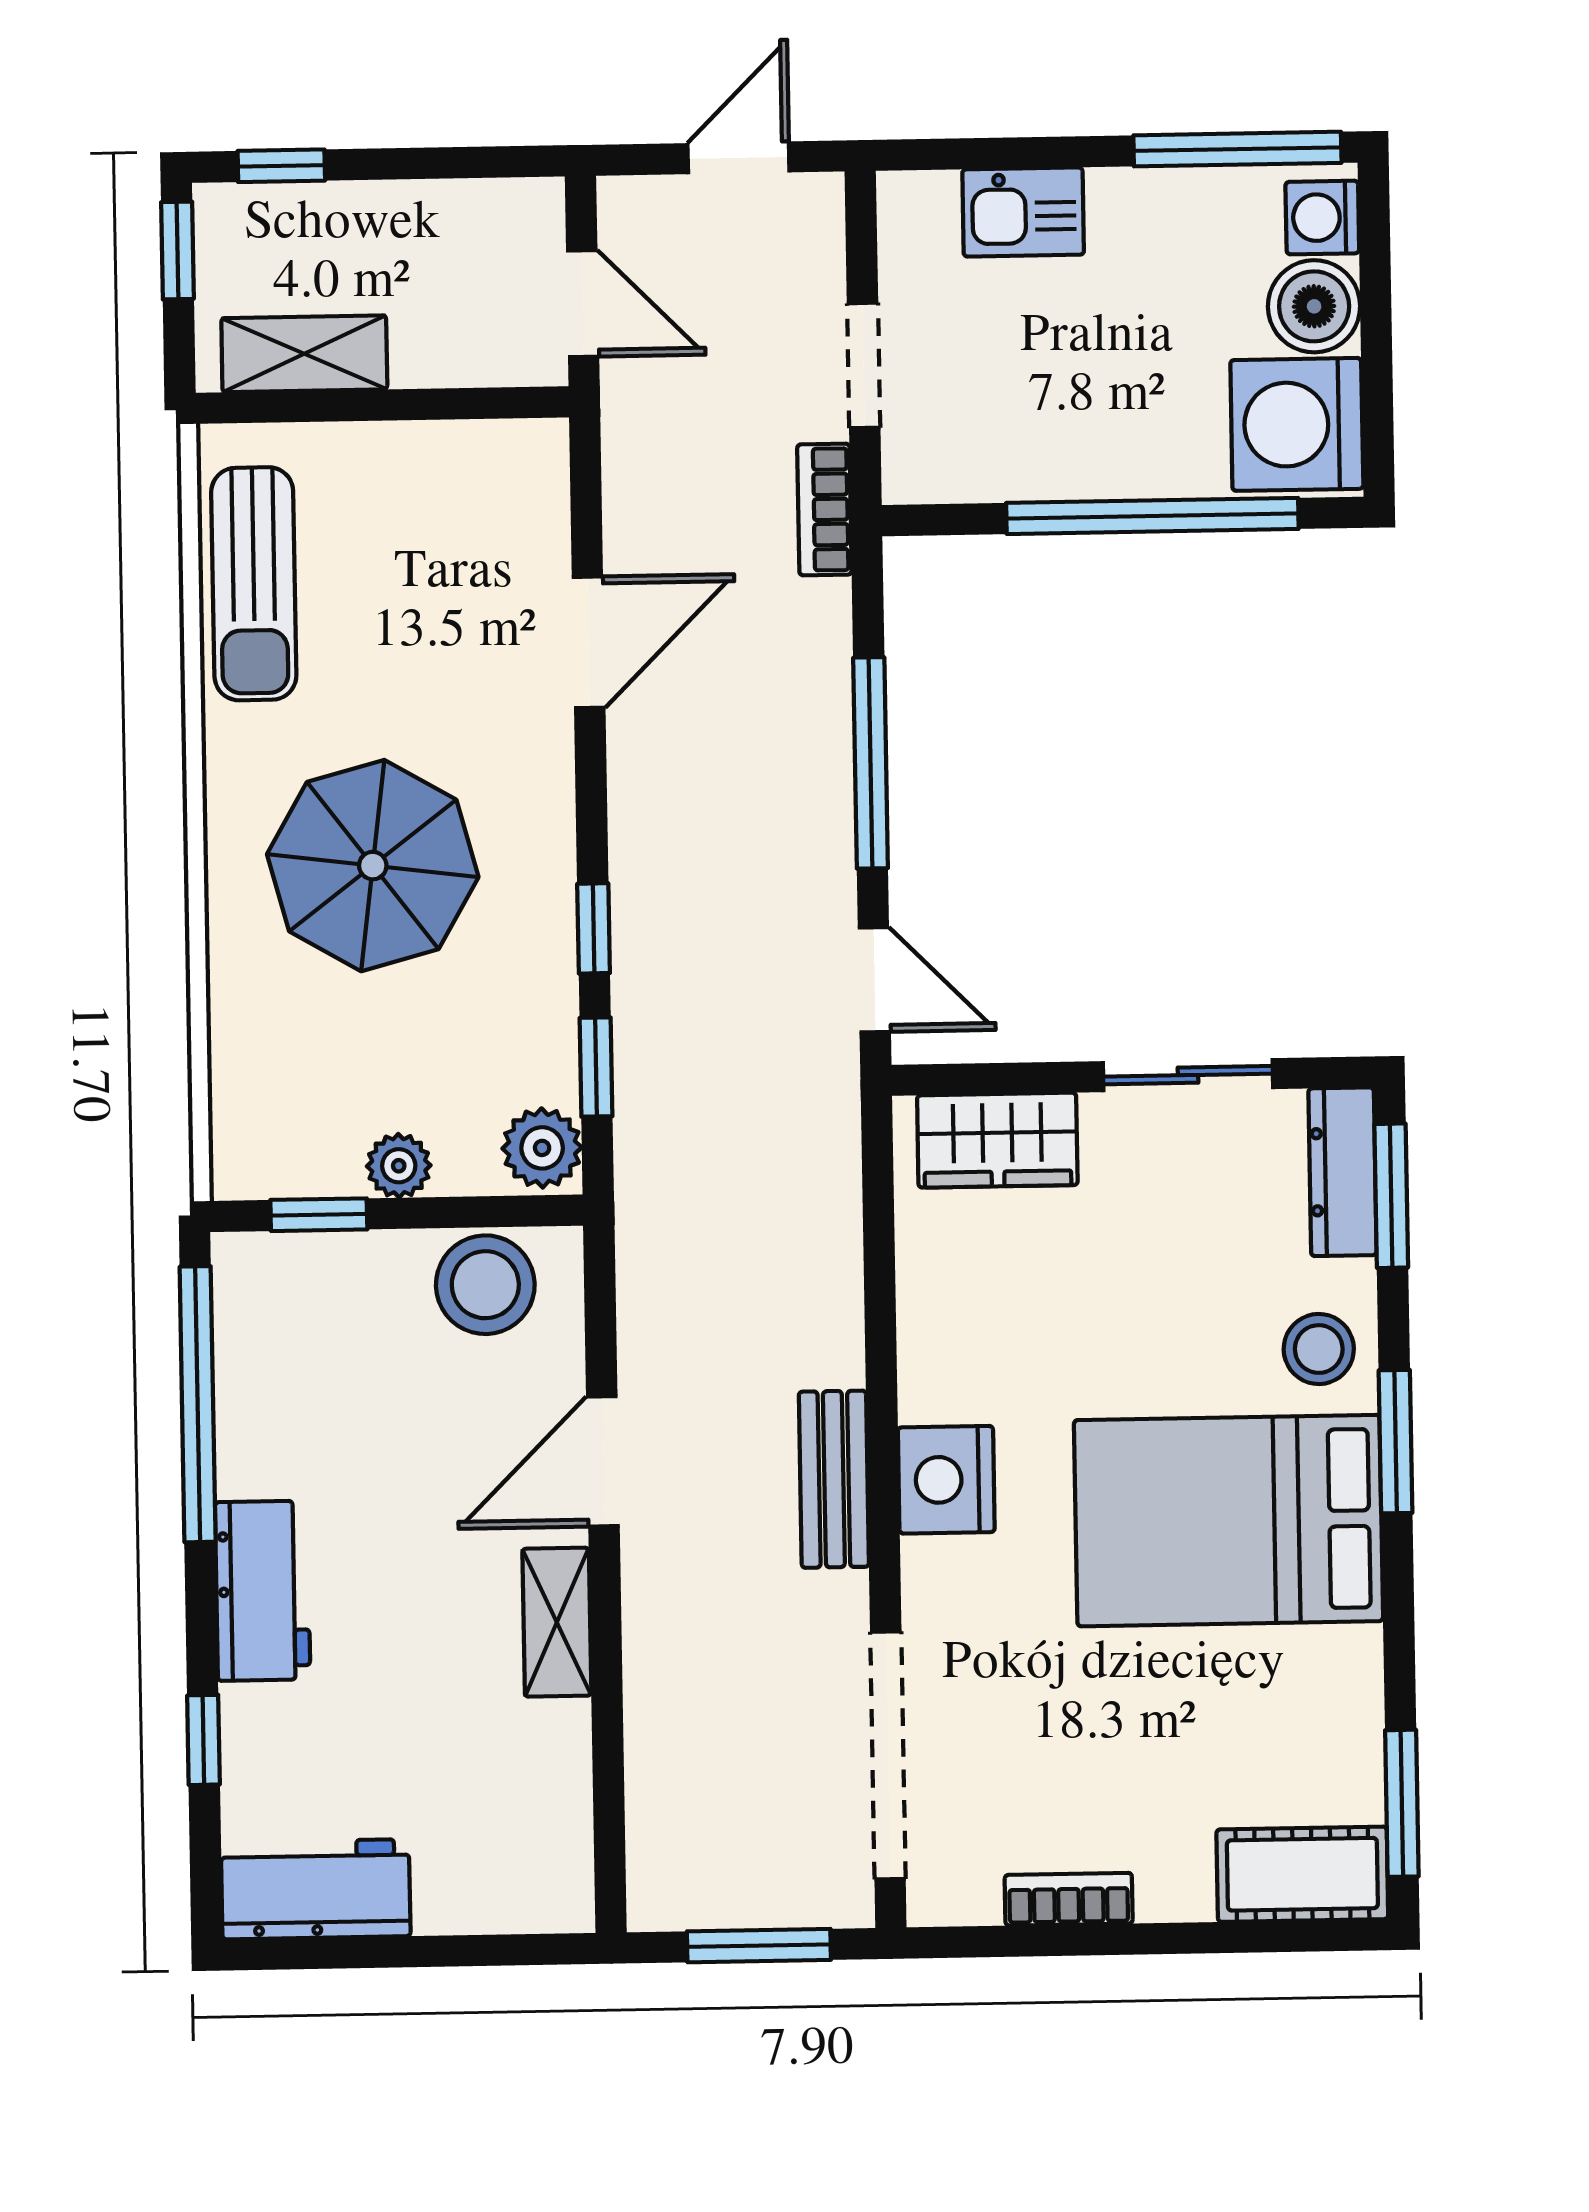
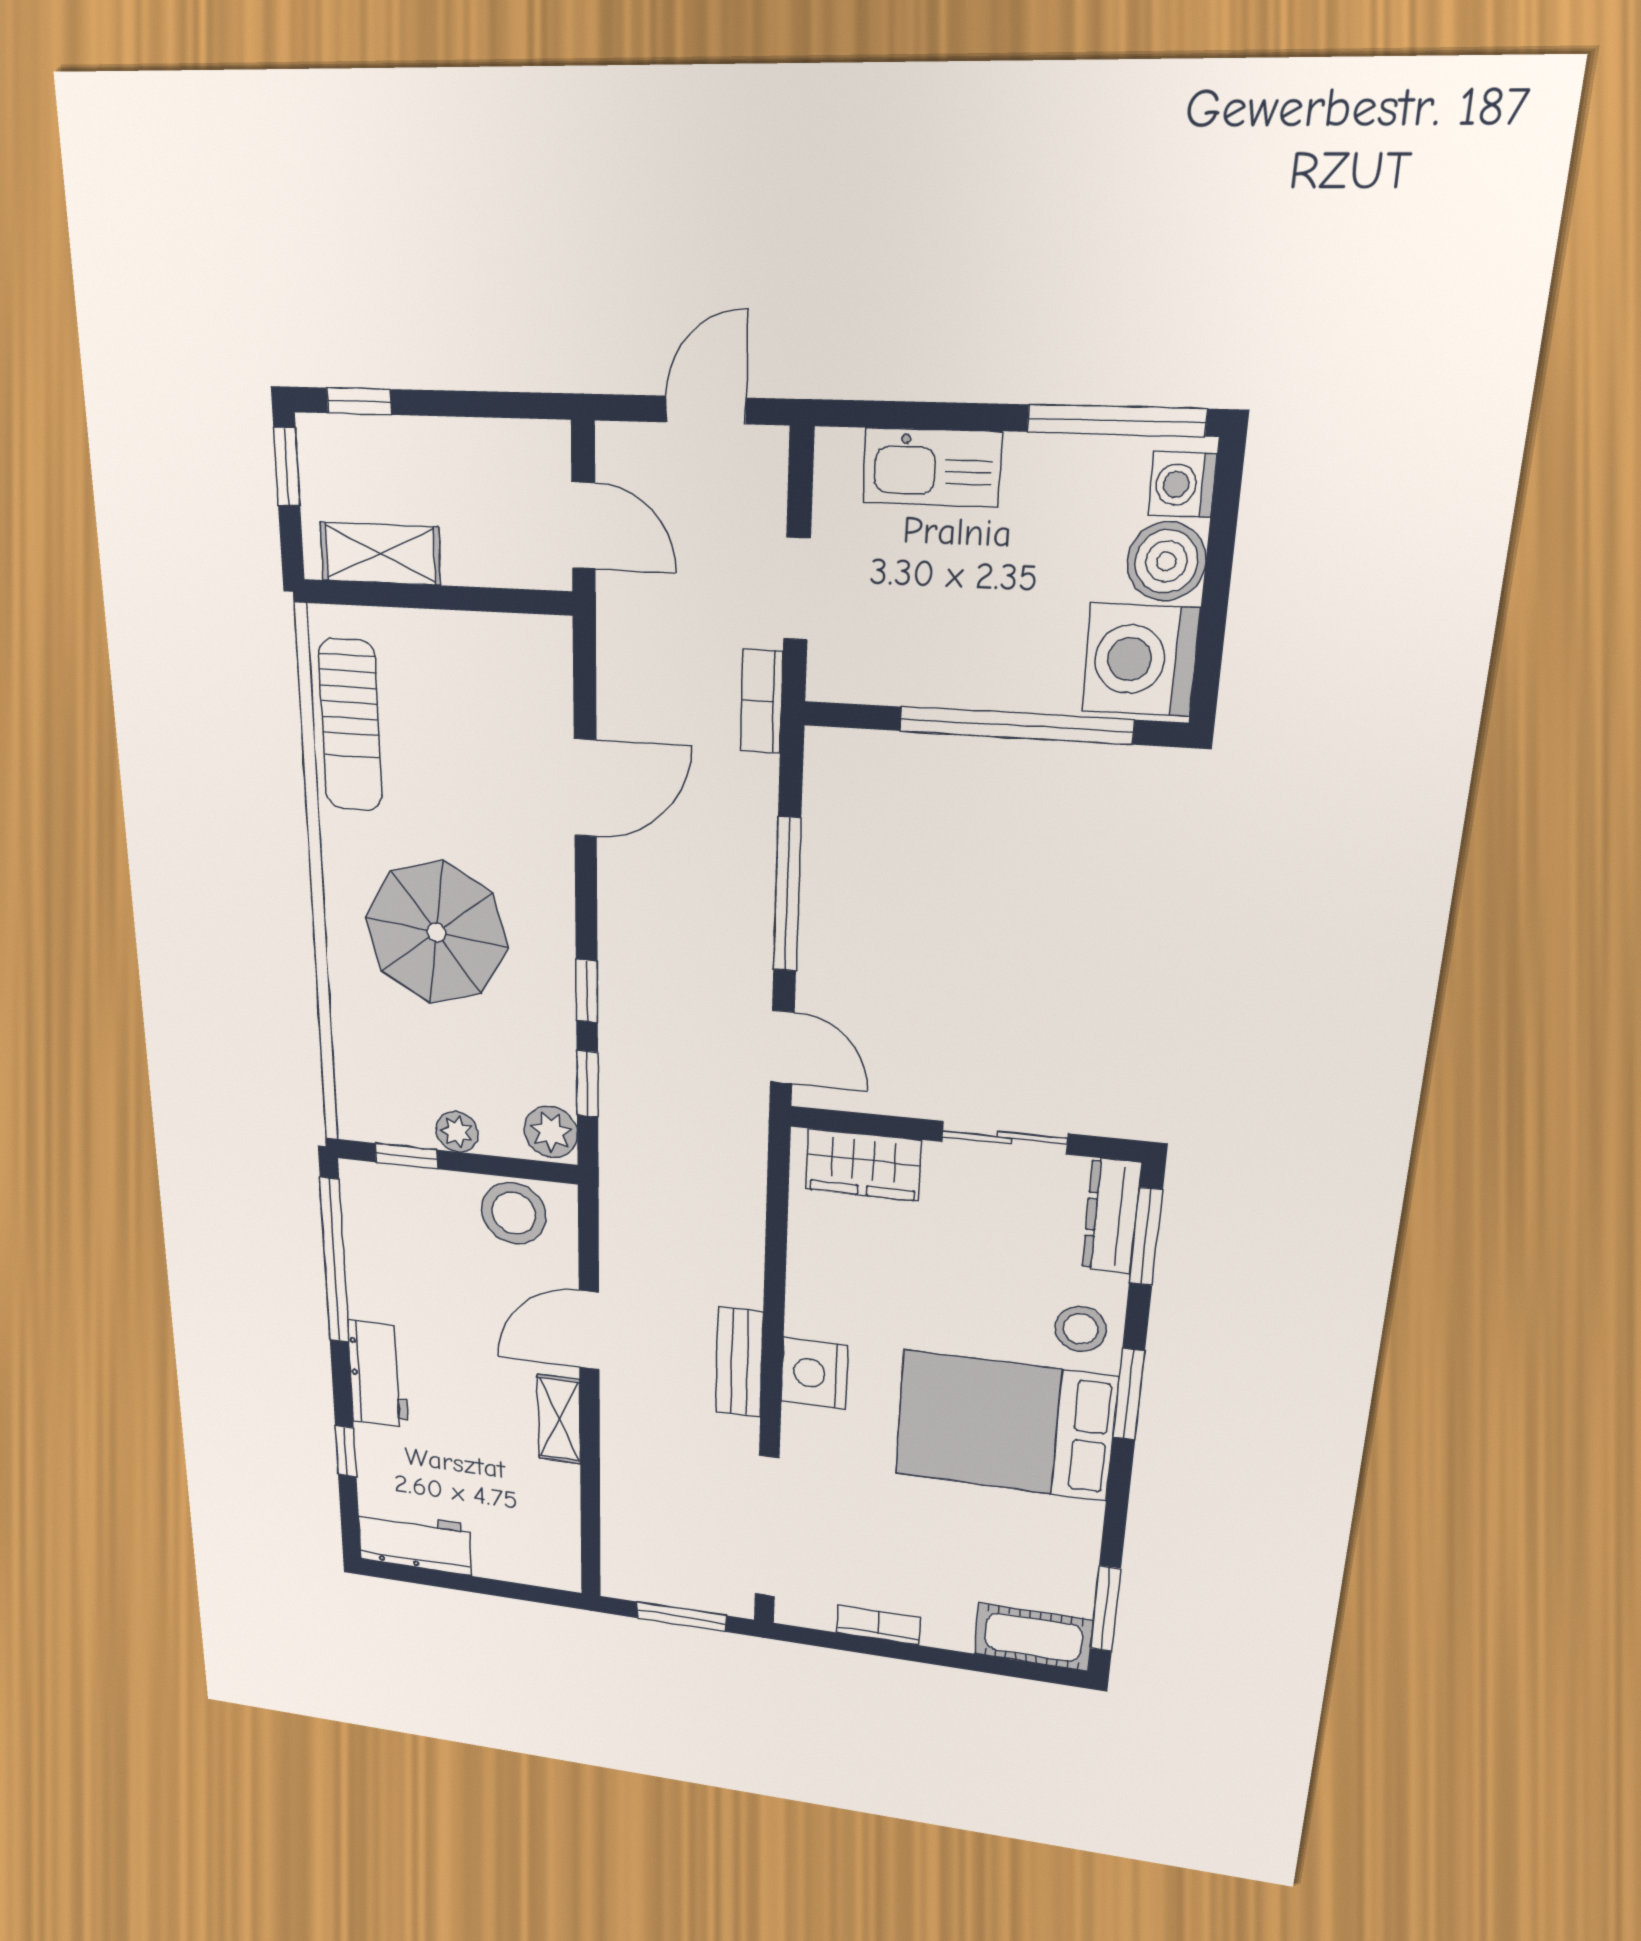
kitchen sink: (1023, 212) -> (932, 467), width x1.38

